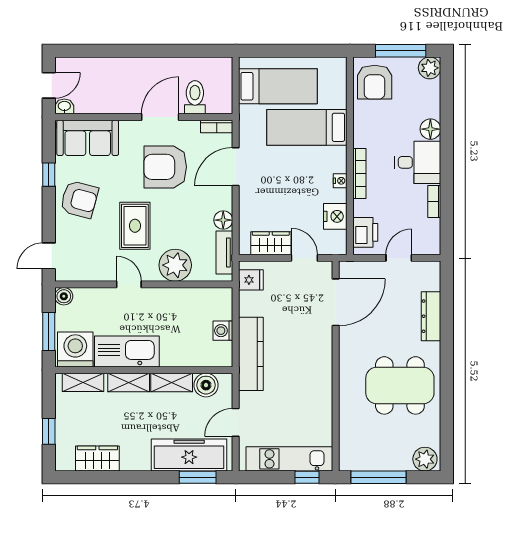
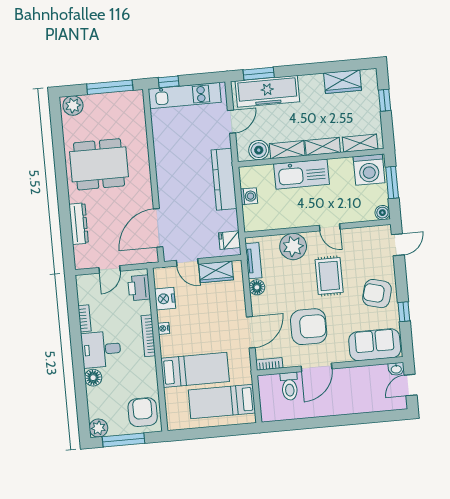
kitchen sink: (127, 351) -> (301, 174), moved

